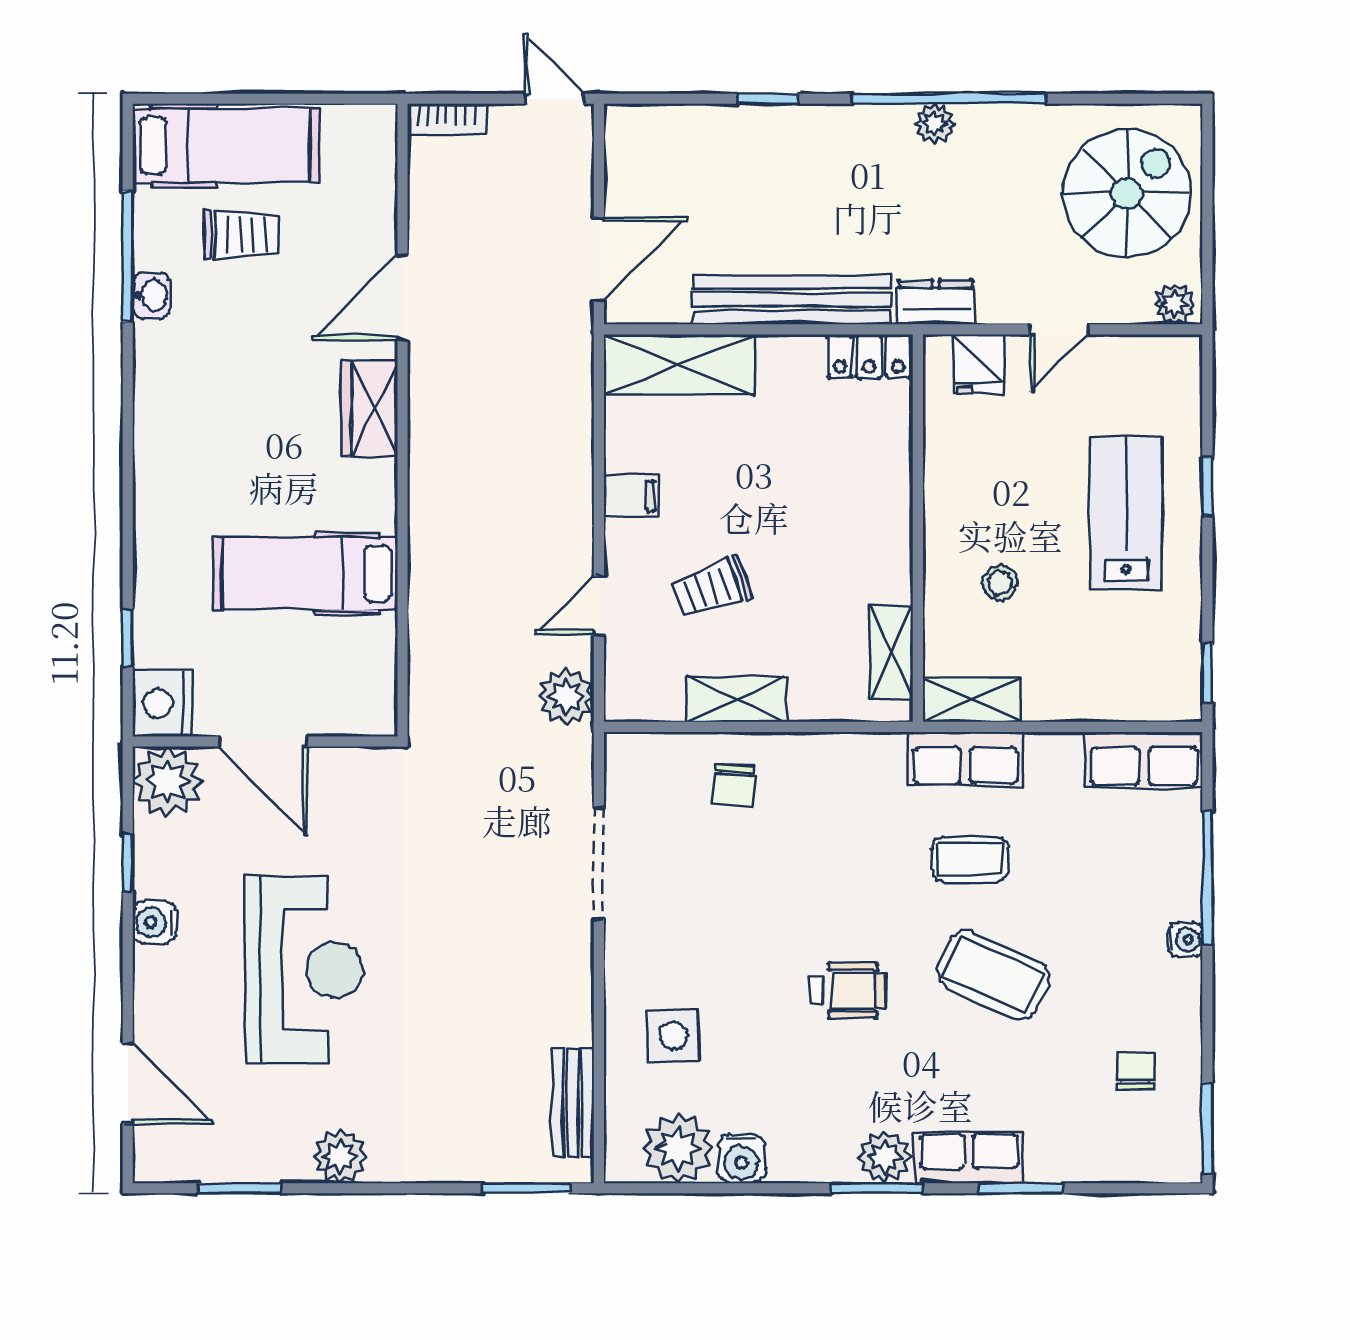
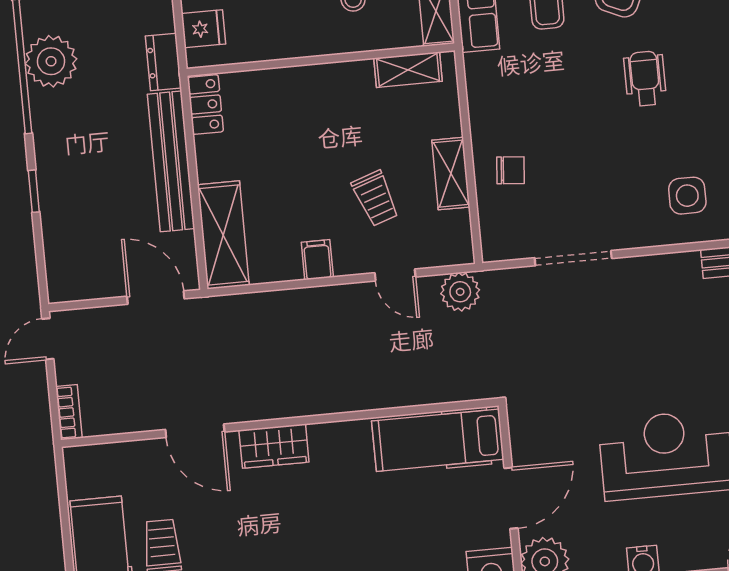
plant: (935, 124) -> (51, 61), width x1.88, depth x1.88
hospital bed: (305, 574) -> (438, 440), moved, turned 90

